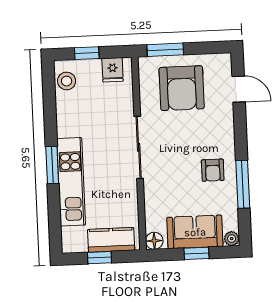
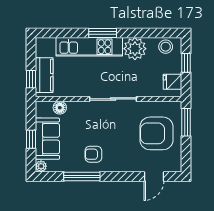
plant: (71, 121) -> (135, 49), added
floor lamp: (154, 241) -> (60, 108), moved
window: (99, 258) -> (31, 79), moved

